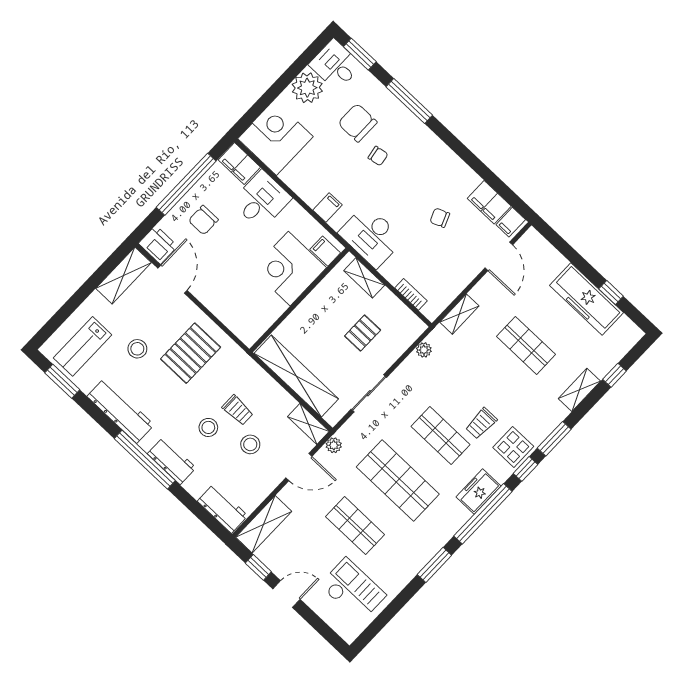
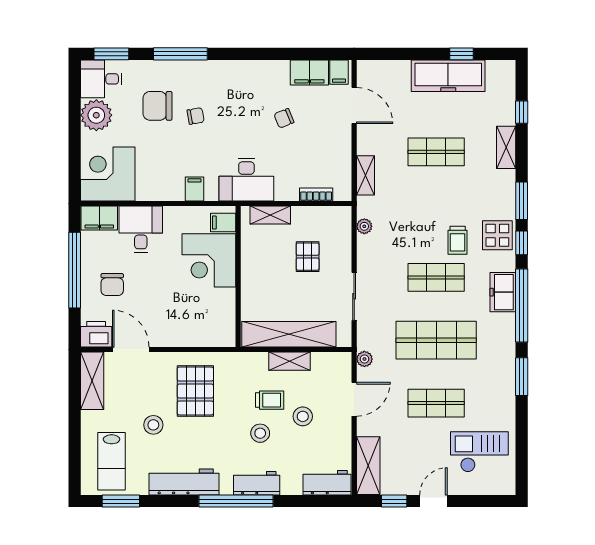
shelving: (308, 424) -> (289, 361), moved

